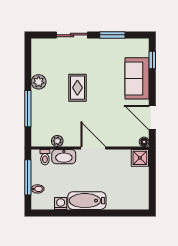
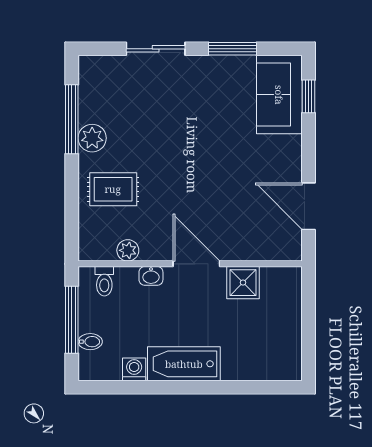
sofa: (137, 78) -> (279, 95), moved
rug: (77, 88) -> (113, 189), moved, turned 90
window: (28, 109) -> (72, 119), moved
floor lamp: (144, 142) -> (293, 252), removed
washbasin: (64, 157) -> (151, 276), width x0.52, depth x0.69
shower: (140, 158) -> (243, 283), moved

